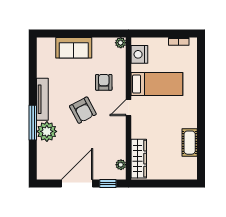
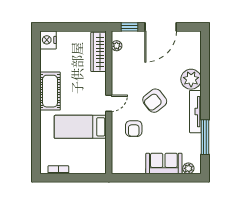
plant: (121, 43) -> (188, 168), moved
nightstand: (139, 54) -> (48, 40), moved, turned 180
armchair: (83, 110) -> (155, 101), turned -100
window: (33, 123) -> (205, 137), moved
cot: (190, 143) -> (50, 91), moved, width x1.37, depth x1.34

